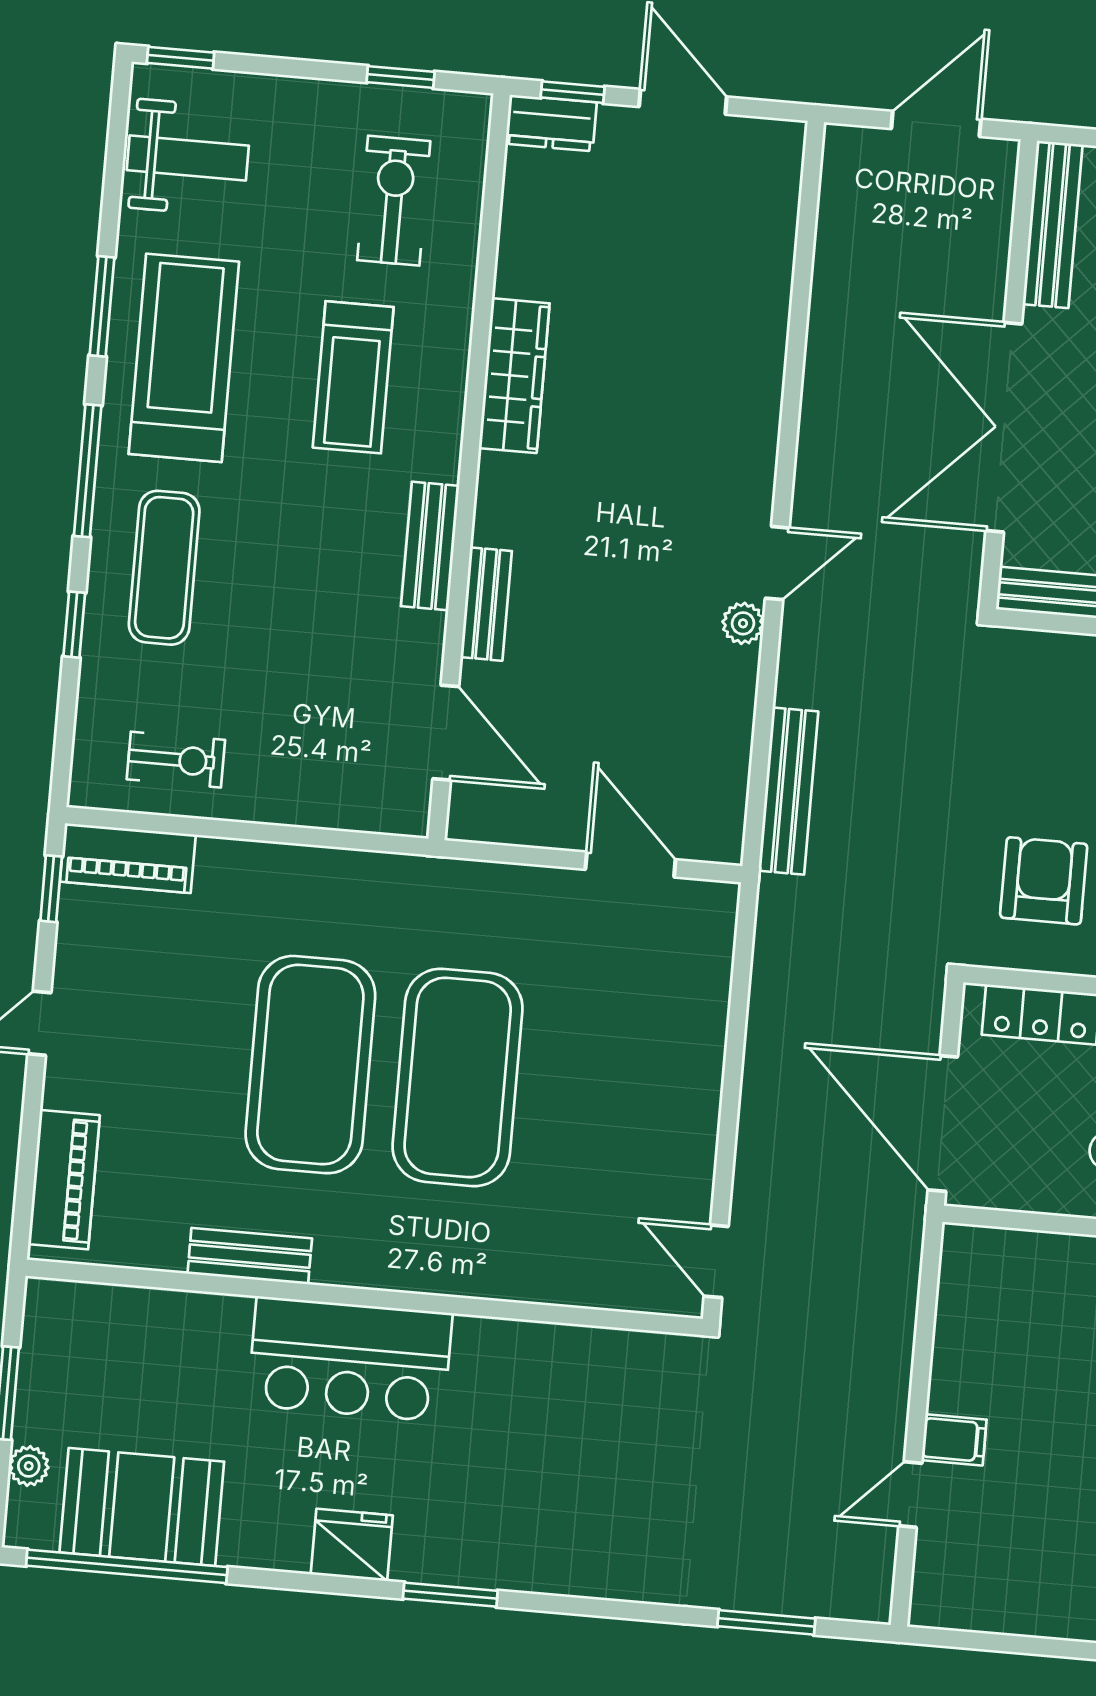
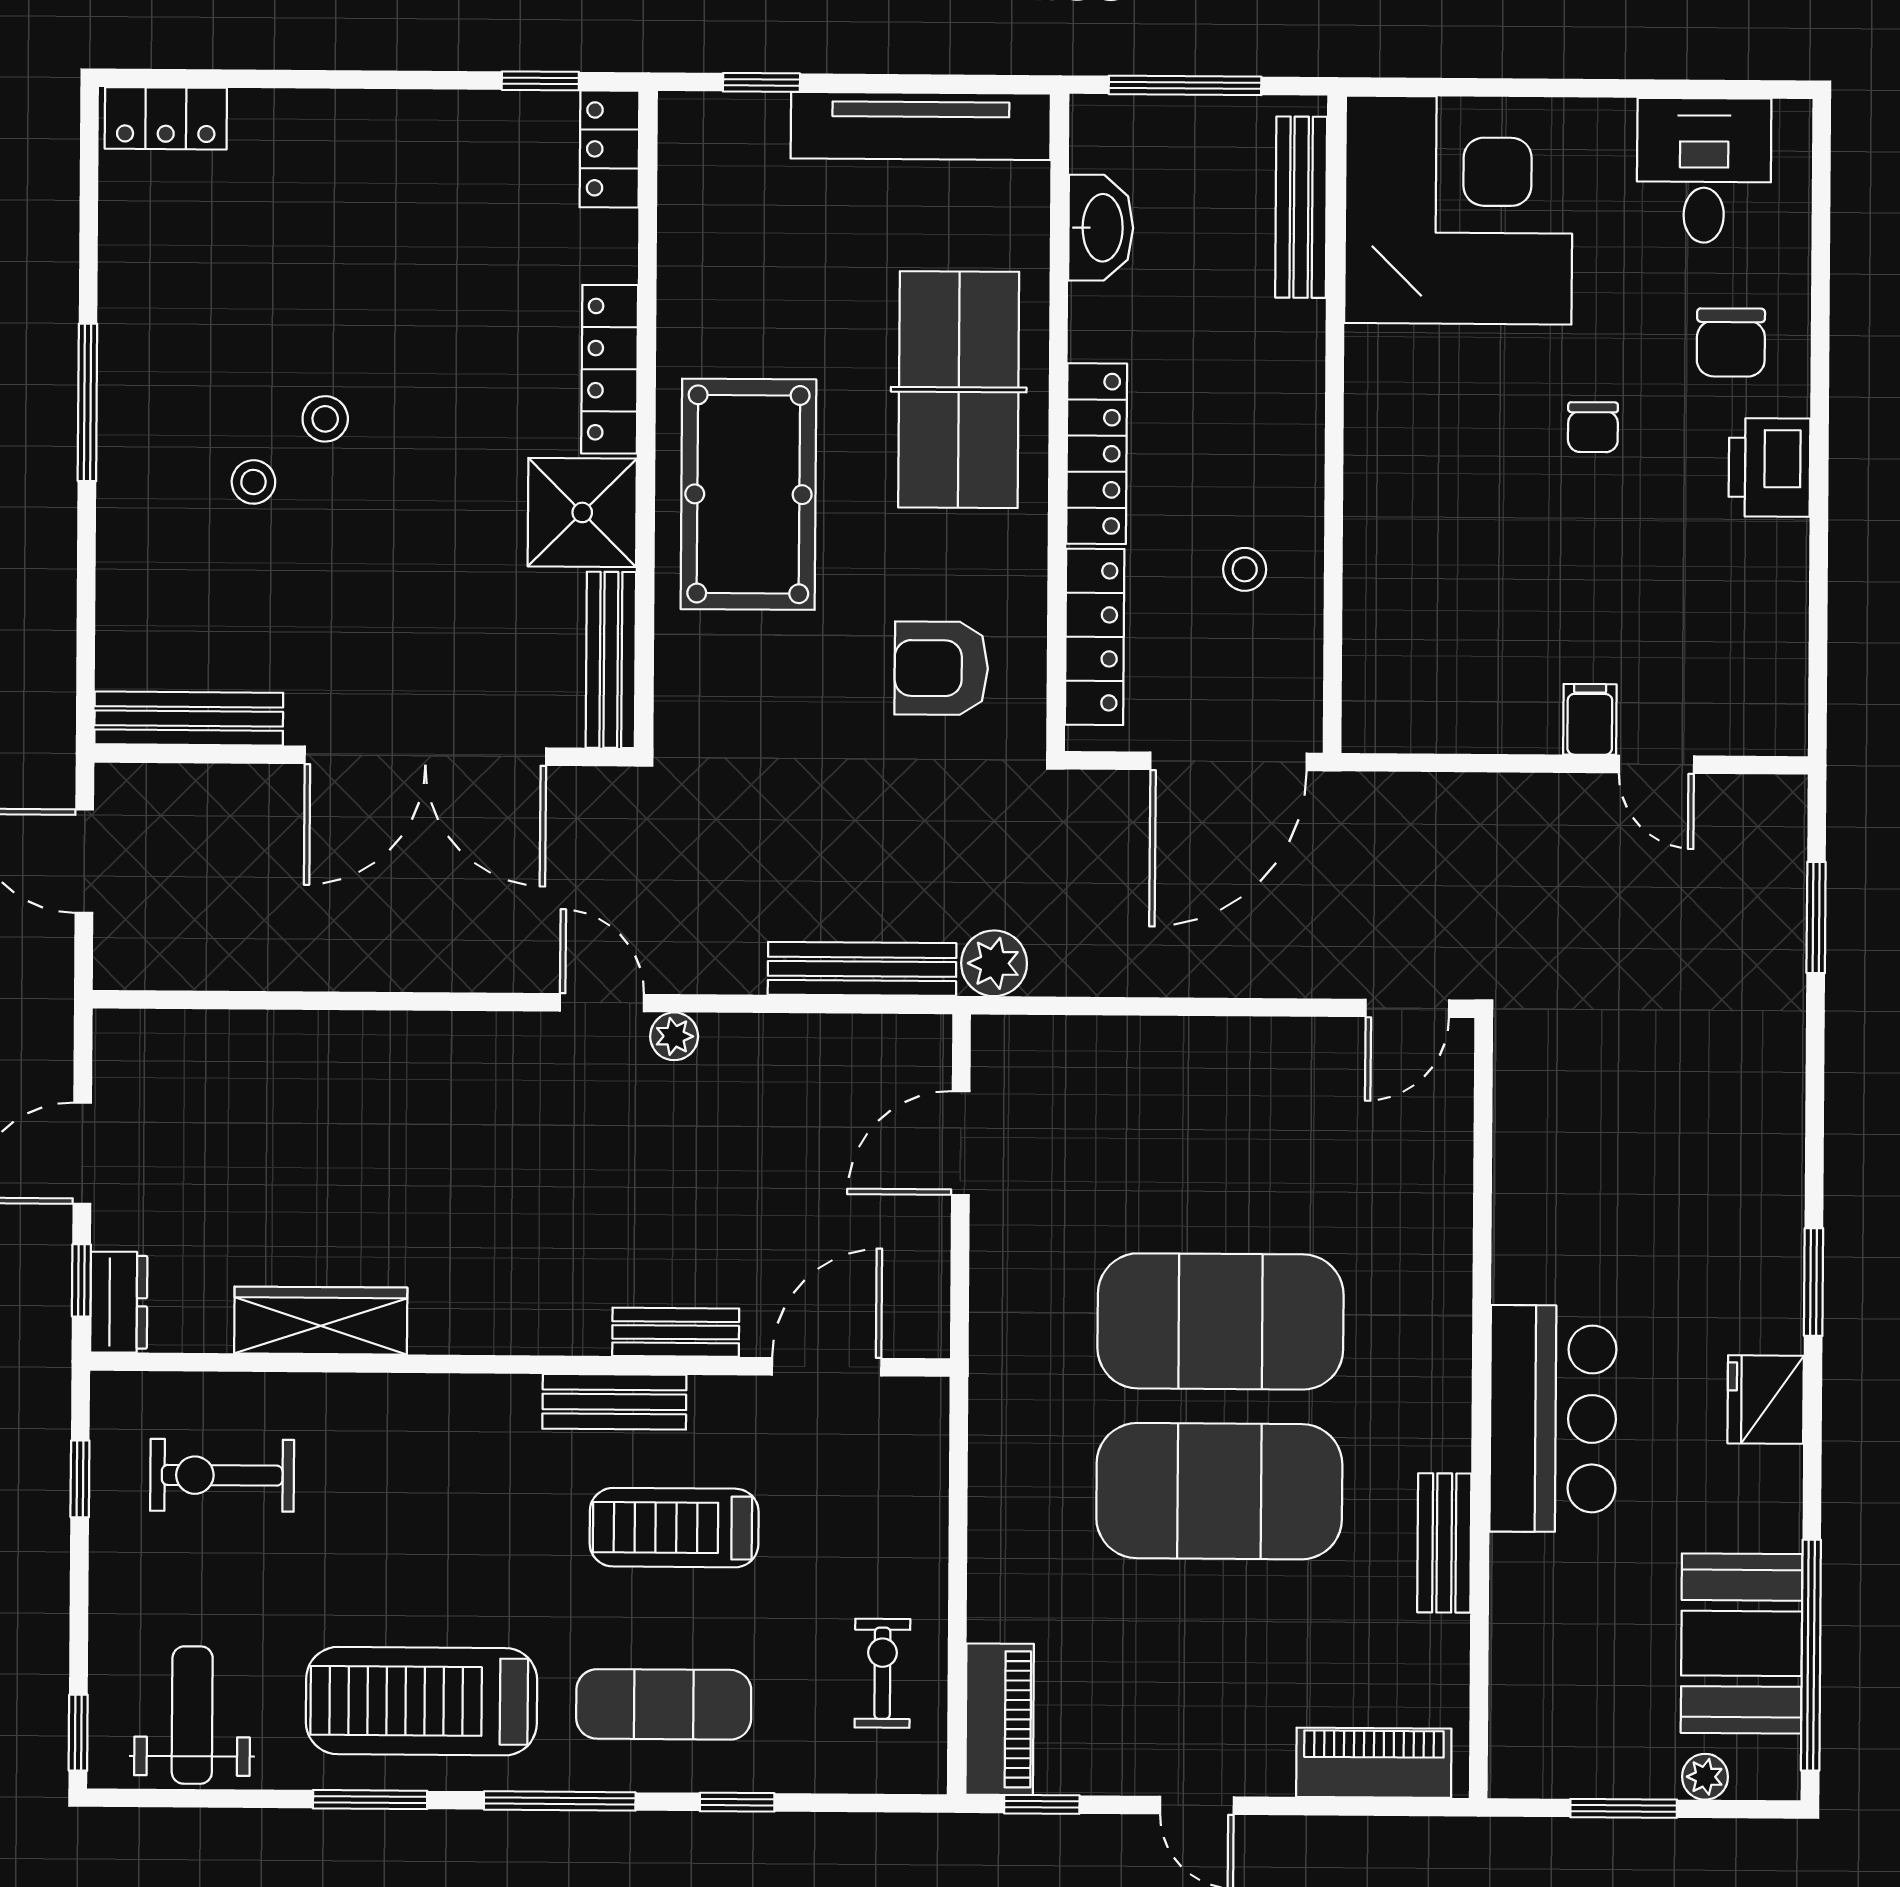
wardrobe: (514, 376) -> (321, 1321), moved
treadmill: (353, 377) -> (674, 1528), moved, turned 180
plant: (784, 906) -> (994, 963), added

